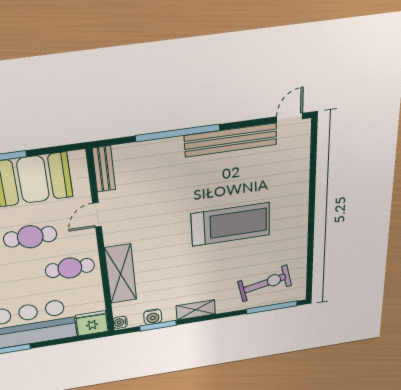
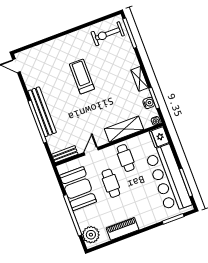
bench: (231, 140) -> (42, 112), moved
door: (97, 215) -> (91, 151), swing flipped
treadmill: (231, 224) -> (82, 77), width x0.73, depth x0.73
exercise bike: (265, 283) -> (108, 34), moved, turned -78

